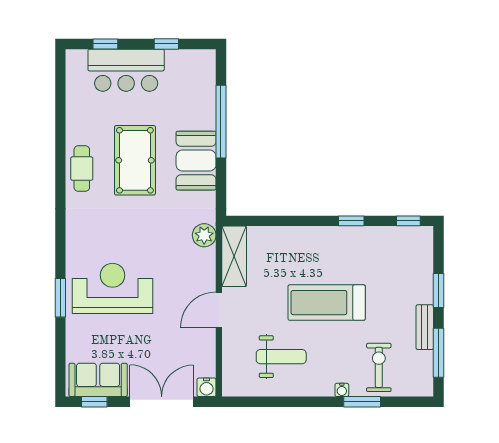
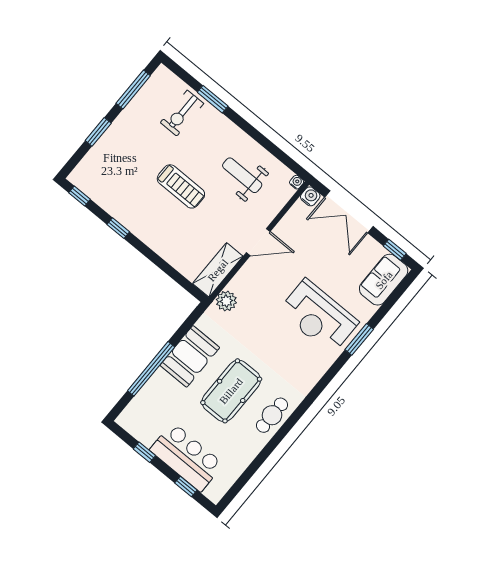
treadmill: (327, 303) -> (181, 186), width x0.73, depth x0.73
bench: (425, 327) -> (128, 115), removed
sofa: (98, 380) -> (384, 280), moved, turned 90
water cooler: (342, 390) -> (297, 182), moved

